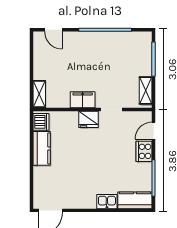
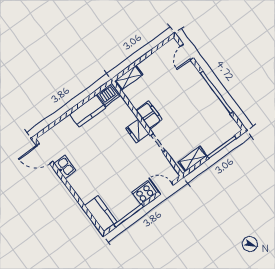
kitchen sink: (107, 202) -> (65, 167), moved

